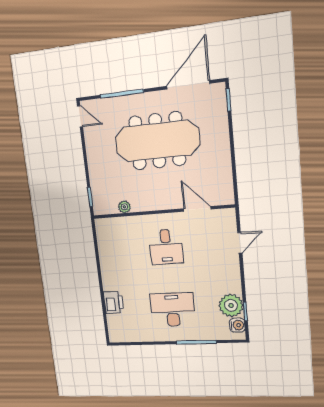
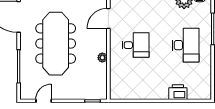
door: (80, 116) -> (44, 101), moved
plant: (124, 207) -> (102, 58), moved
desk: (172, 310) -> (186, 45), turned 180

